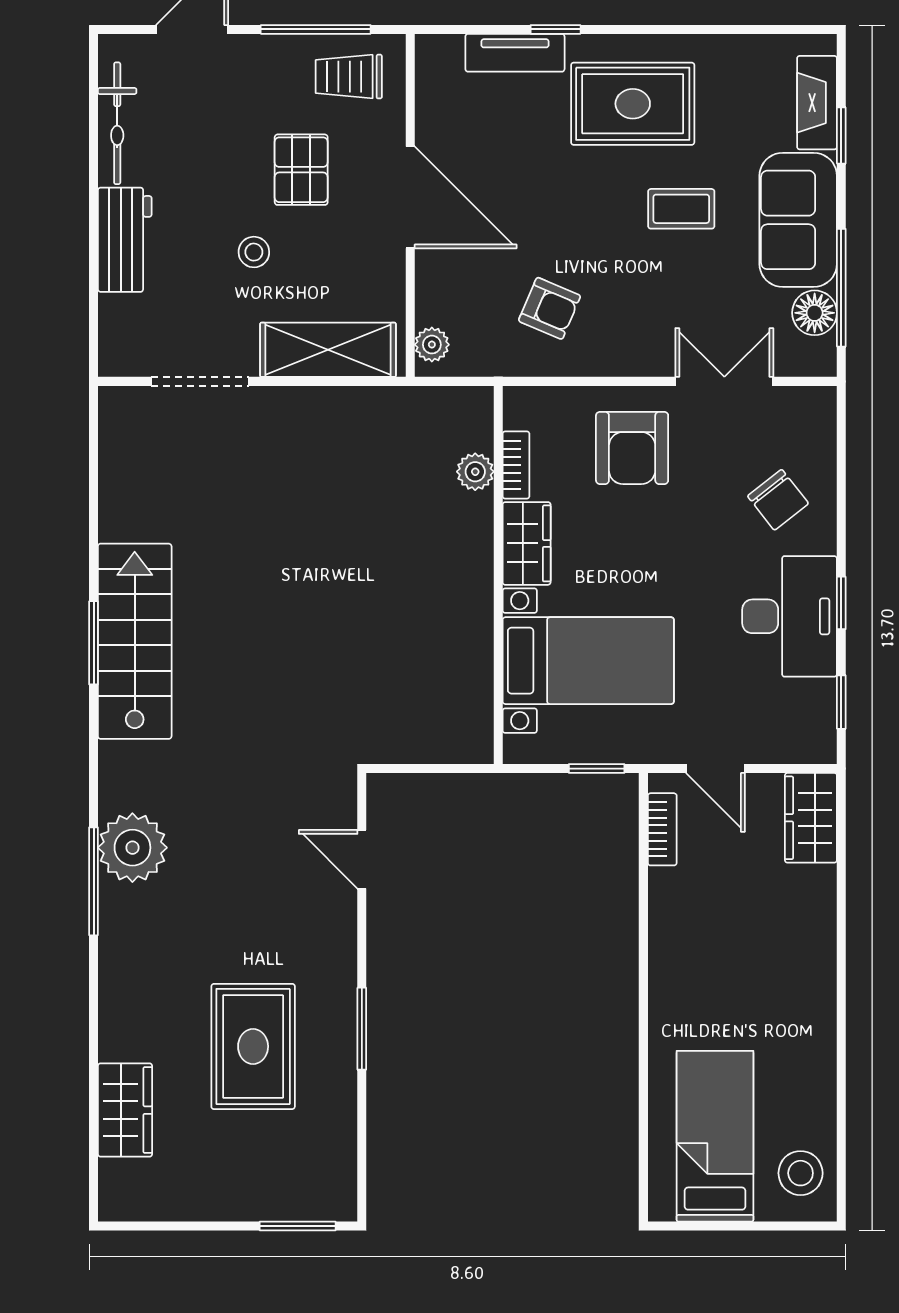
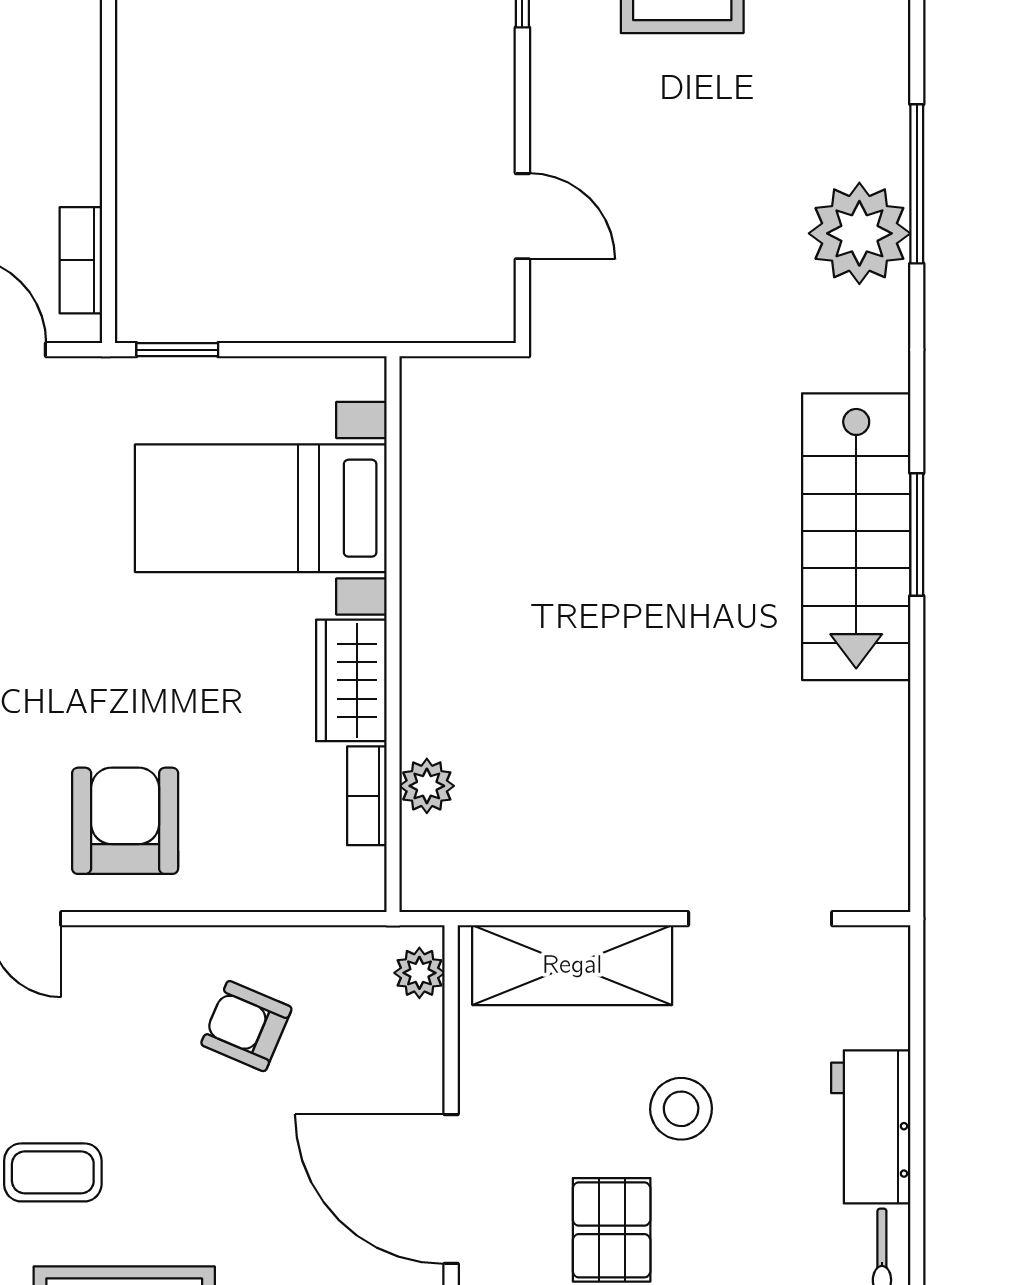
stool: (254, 252) -> (681, 1109), width x1.37, depth x1.37
bookcase: (516, 465) -> (367, 796), moved
plant: (475, 472) -> (427, 786), moved
wardrobe: (527, 543) -> (351, 680), moved
wall: (498, 575) -> (393, 634), moved
bed with nightstands: (588, 661) -> (261, 508), moved

